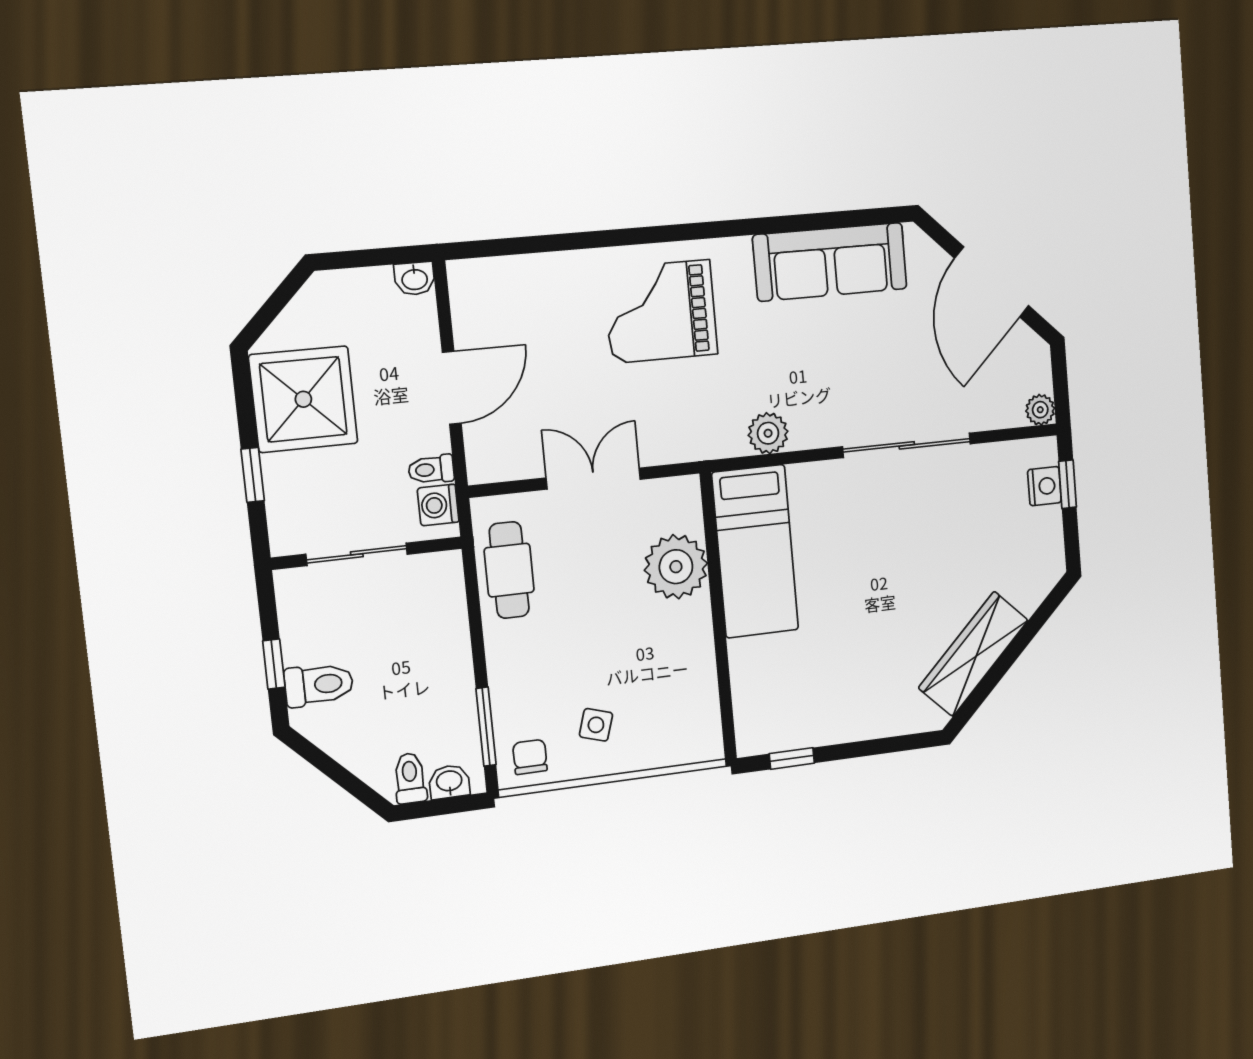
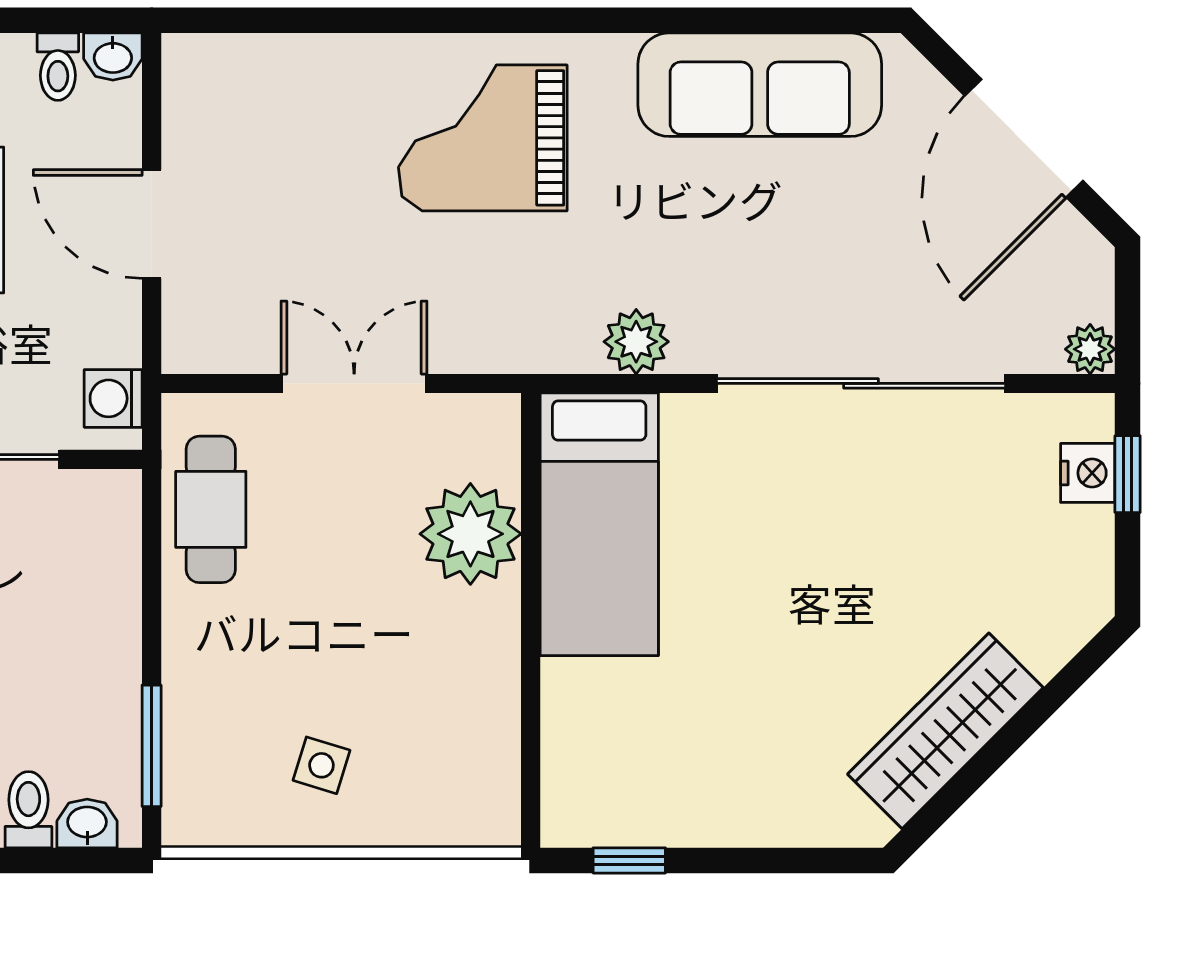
door: (452, 388) -> (152, 224), swing flipped
sliding door: (907, 445) -> (861, 383), width x1.36
toilet: (431, 469) -> (58, 67), moved, turned -90
chair: (530, 757) -> (214, 802), removed

